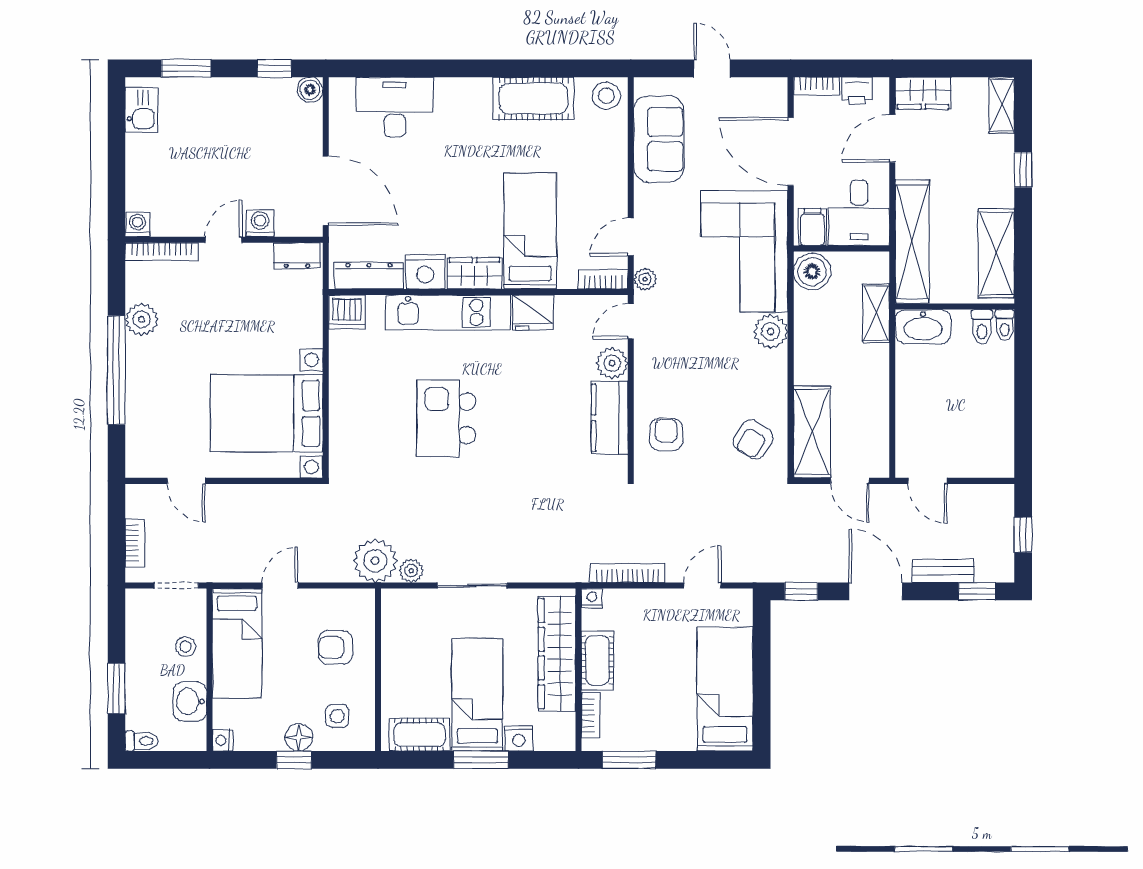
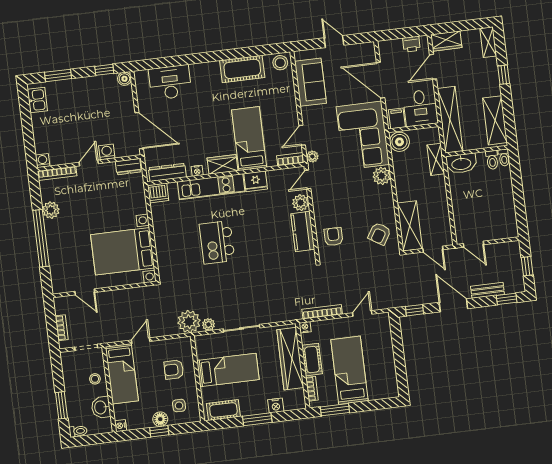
bookcase: (816, 86) -> (390, 44), removed
nightstand: (425, 272) -> (197, 171), width x0.53, depth x0.56
bed: (725, 689) -> (349, 370), moved
bed: (477, 695) -> (228, 370), moved, turned 90

